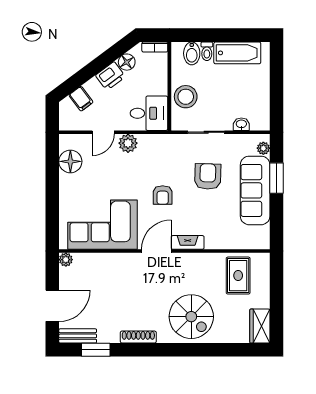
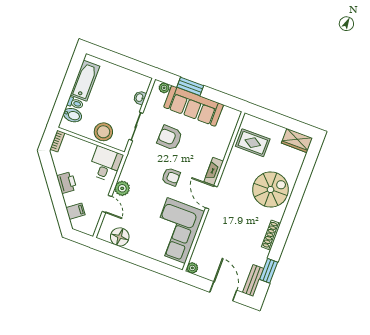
floor lamp: (127, 62) -> (61, 166), removed

